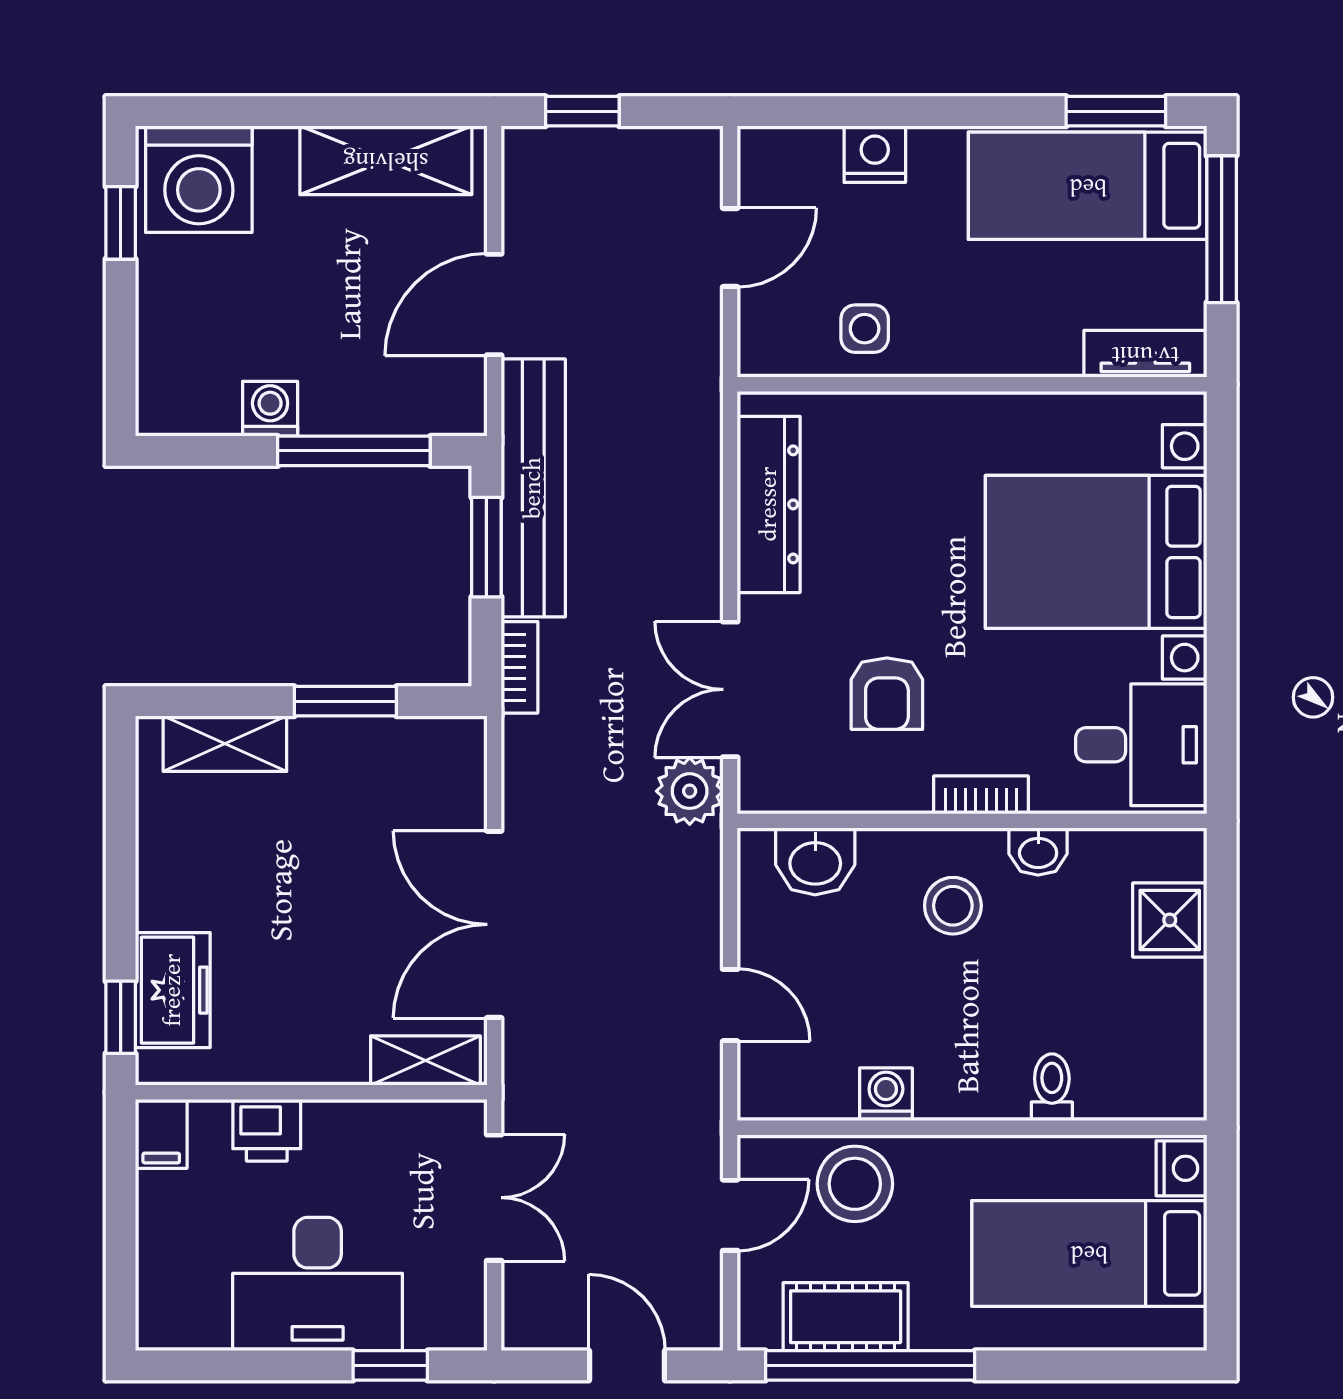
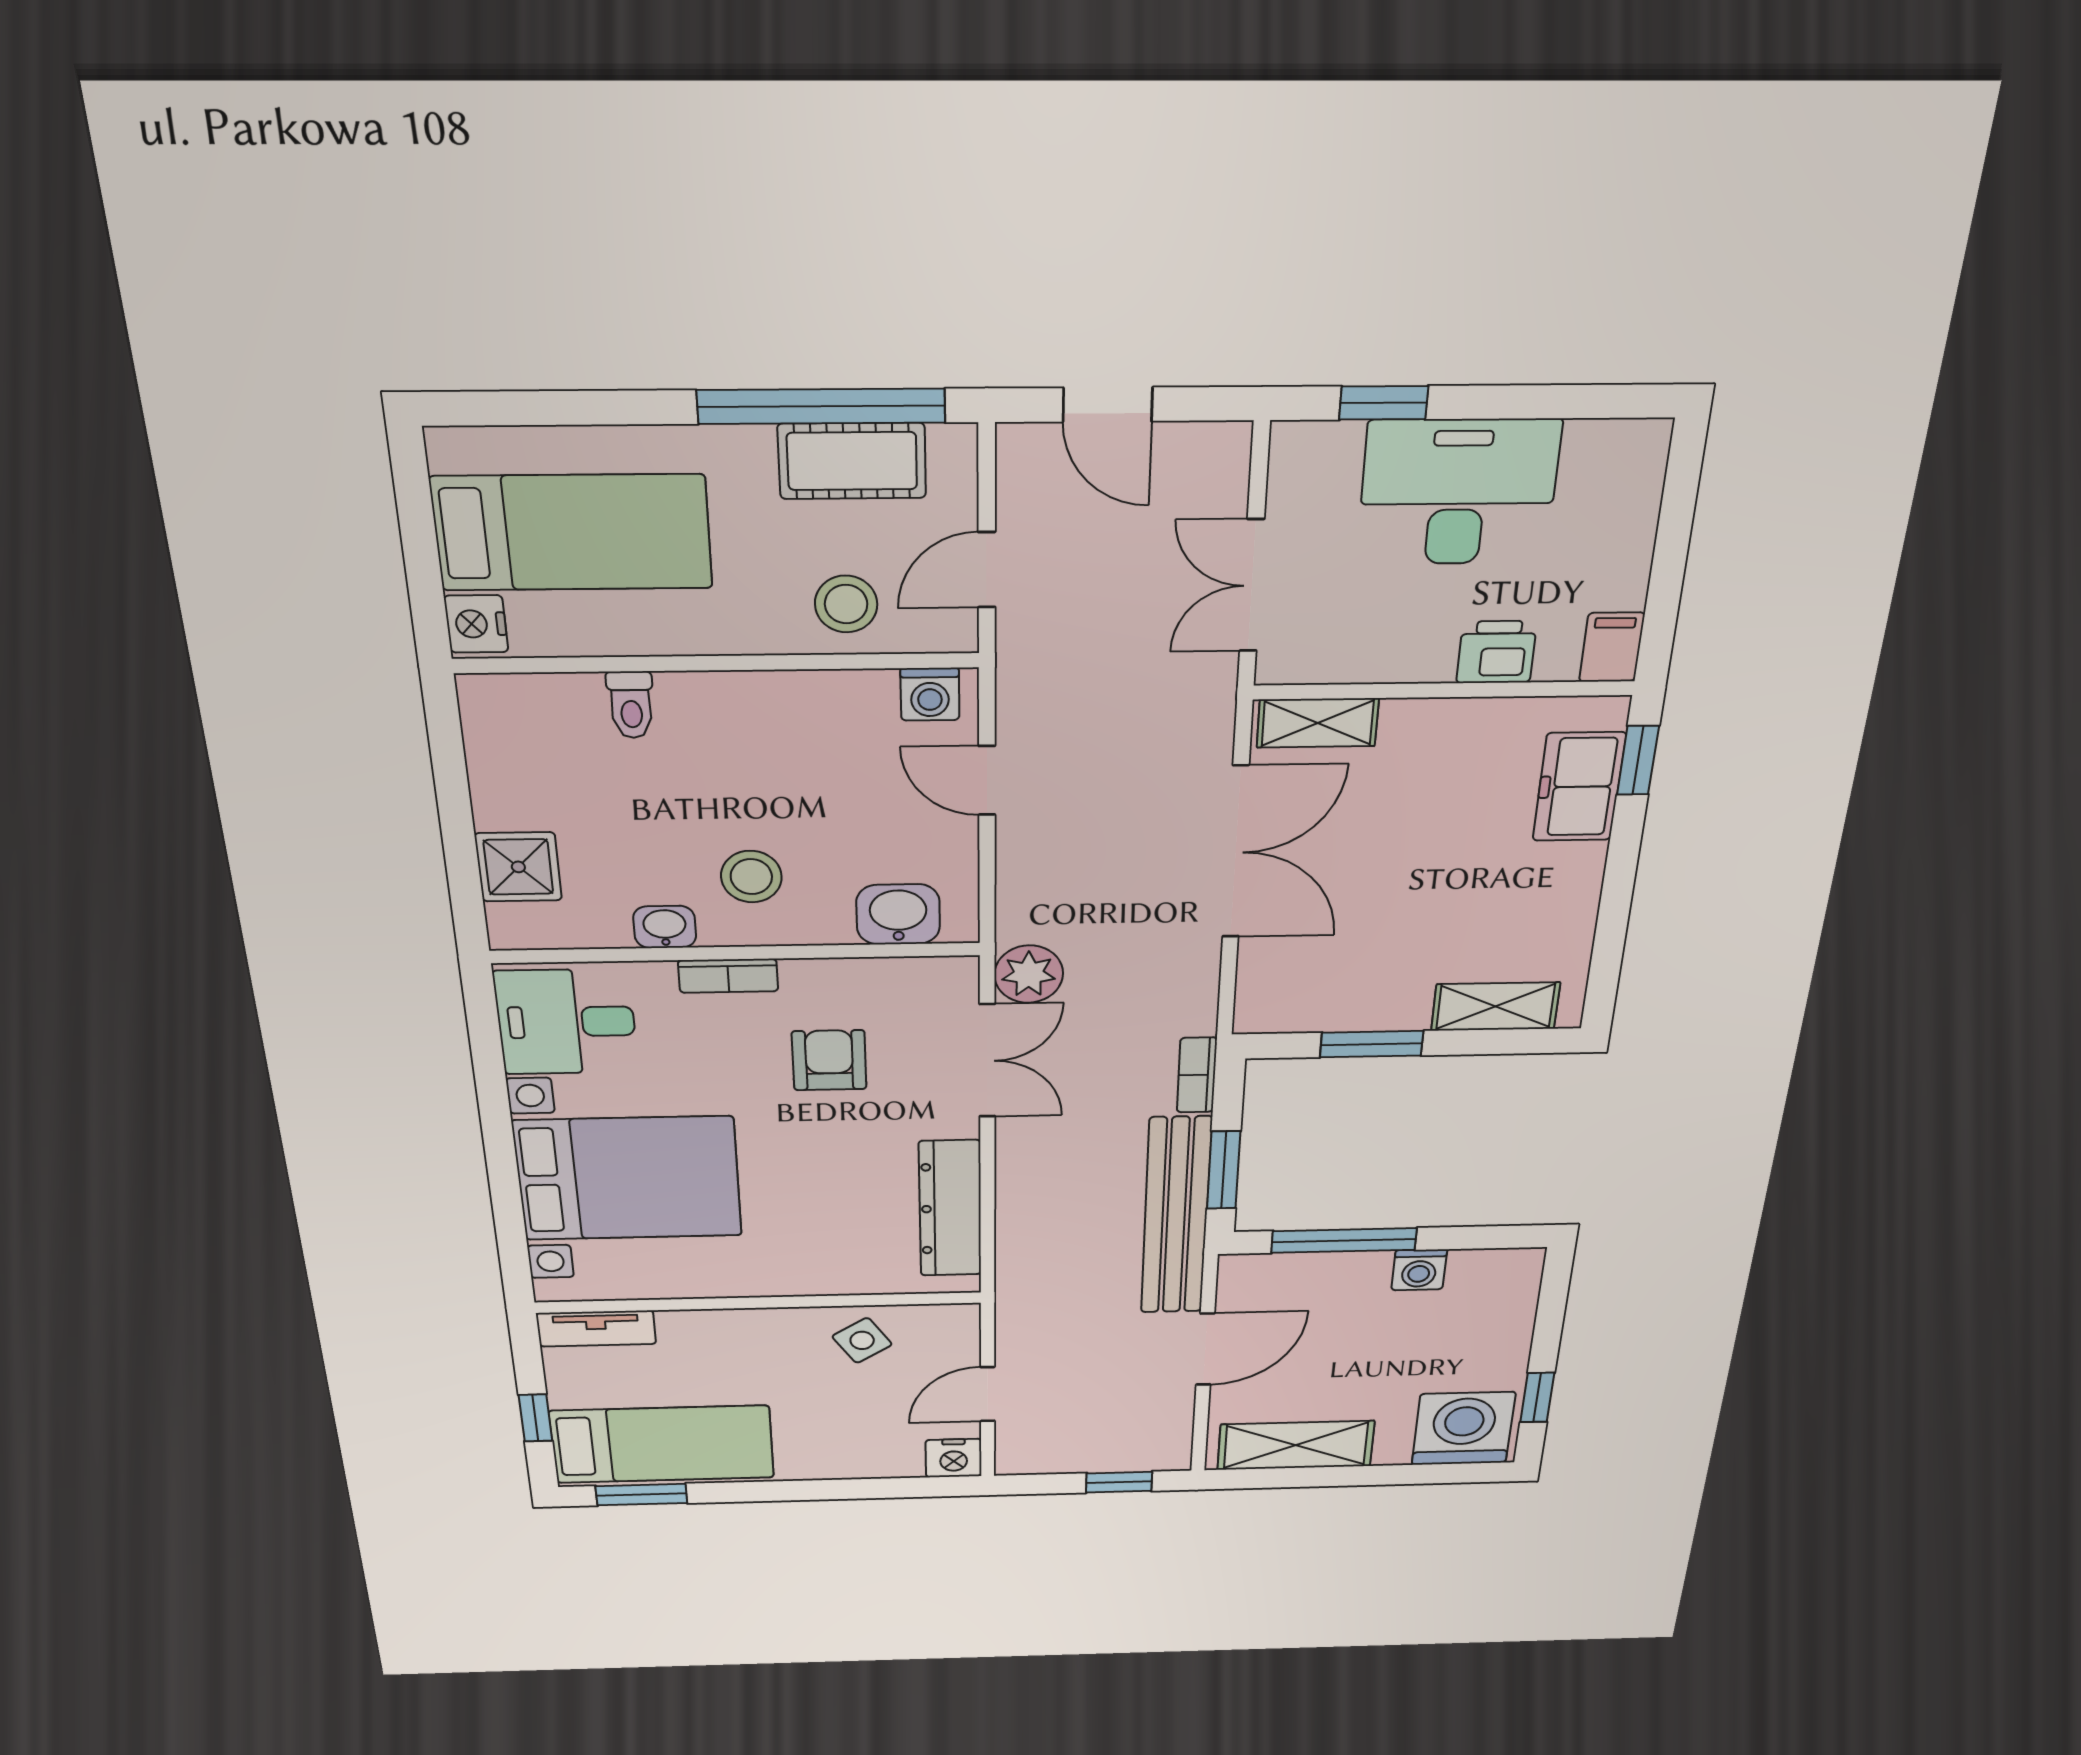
nightstand: (875, 154) -> (954, 1458), moved
window: (1222, 229) -> (535, 1418), width x0.46
side table: (865, 329) -> (862, 1340), turned -33
washing machine: (886, 1094) -> (930, 694), moved
stool: (855, 1184) -> (846, 604), width x0.73, depth x0.73

